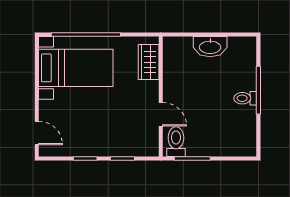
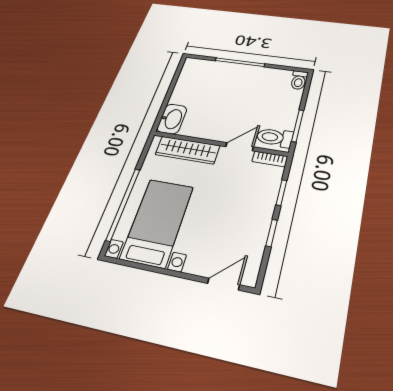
washbasin: (210, 47) -> (172, 119), moved
wardrobe: (149, 62) -> (187, 150), width x1.50
toilet: (245, 98) -> (299, 80), moved
bookcase: (153, 142) -> (270, 159), added

